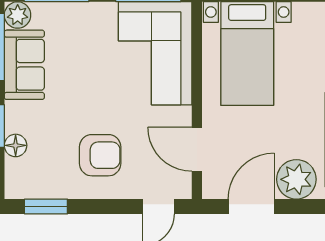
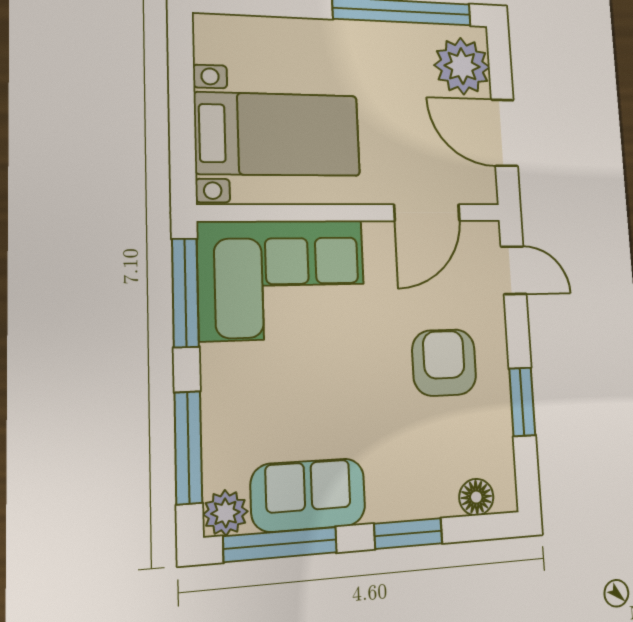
floor lamp: (16, 145) -> (476, 497), moved
window: (46, 206) -> (522, 402), moved

